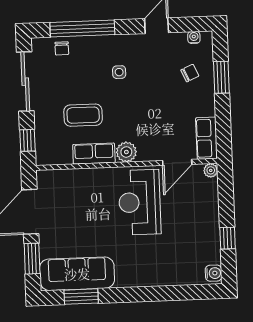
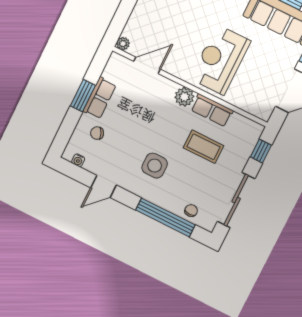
side table: (119, 72) -> (155, 166), width x1.87, depth x1.87
window: (221, 77) -> (83, 96), moved
row of seats: (207, 138) -> (100, 98), moved
reception desk: (140, 202) -> (220, 60), moved, turned 180

